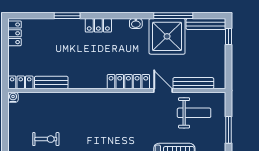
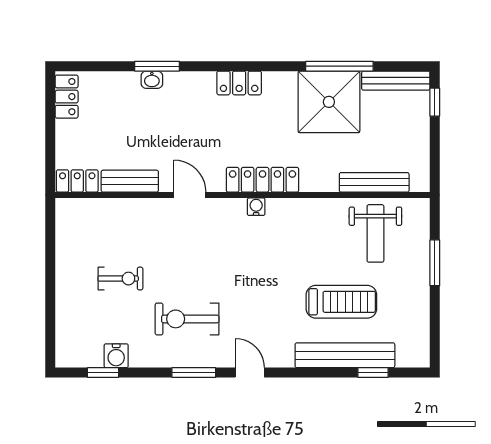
washbasin: (136, 23) -> (152, 80), moved
locker: (98, 25) -> (239, 83), moved
door: (163, 90) -> (190, 195), moved
water cooler: (13, 97) -> (256, 207), moved
weight bench: (194, 113) -> (375, 233), turned 90

